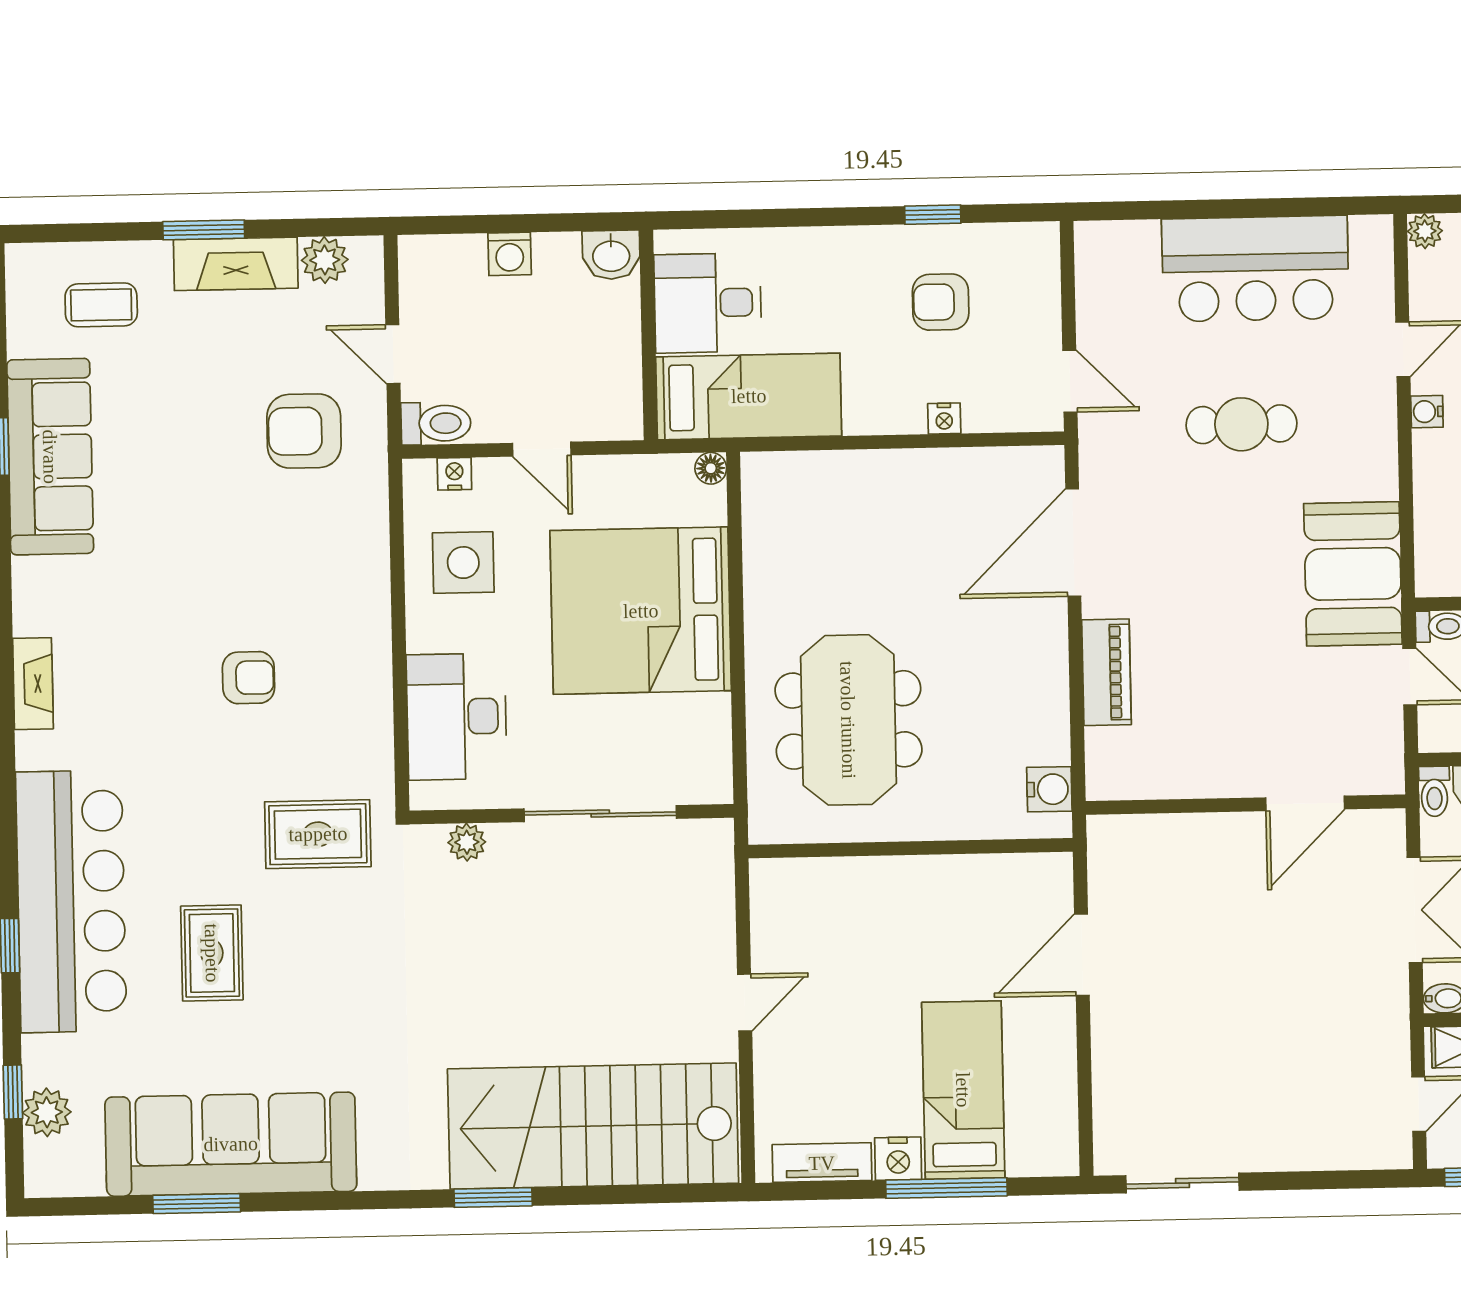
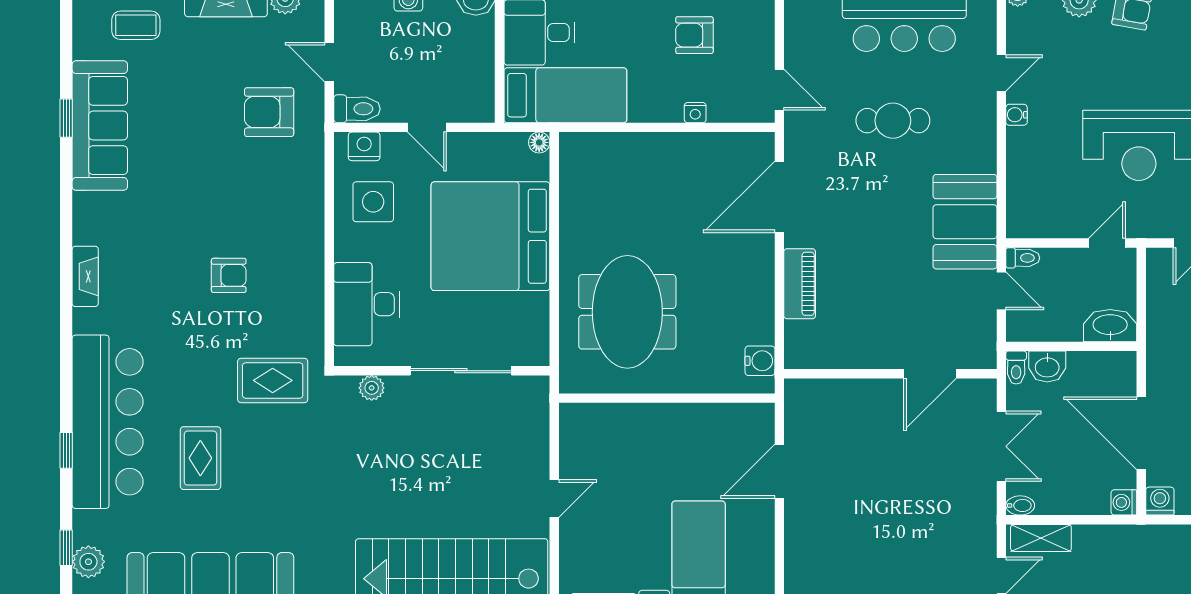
nightstand: (454, 474) -> (364, 146), width x1.39, depth x1.35

